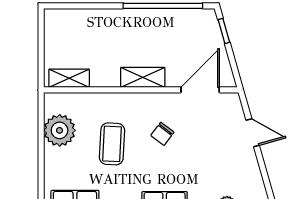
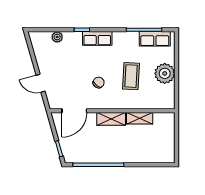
shelving: (69, 78) -> (140, 118), moved
plant: (60, 130) -> (165, 73), moved

